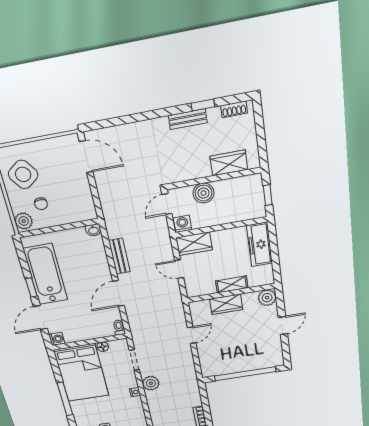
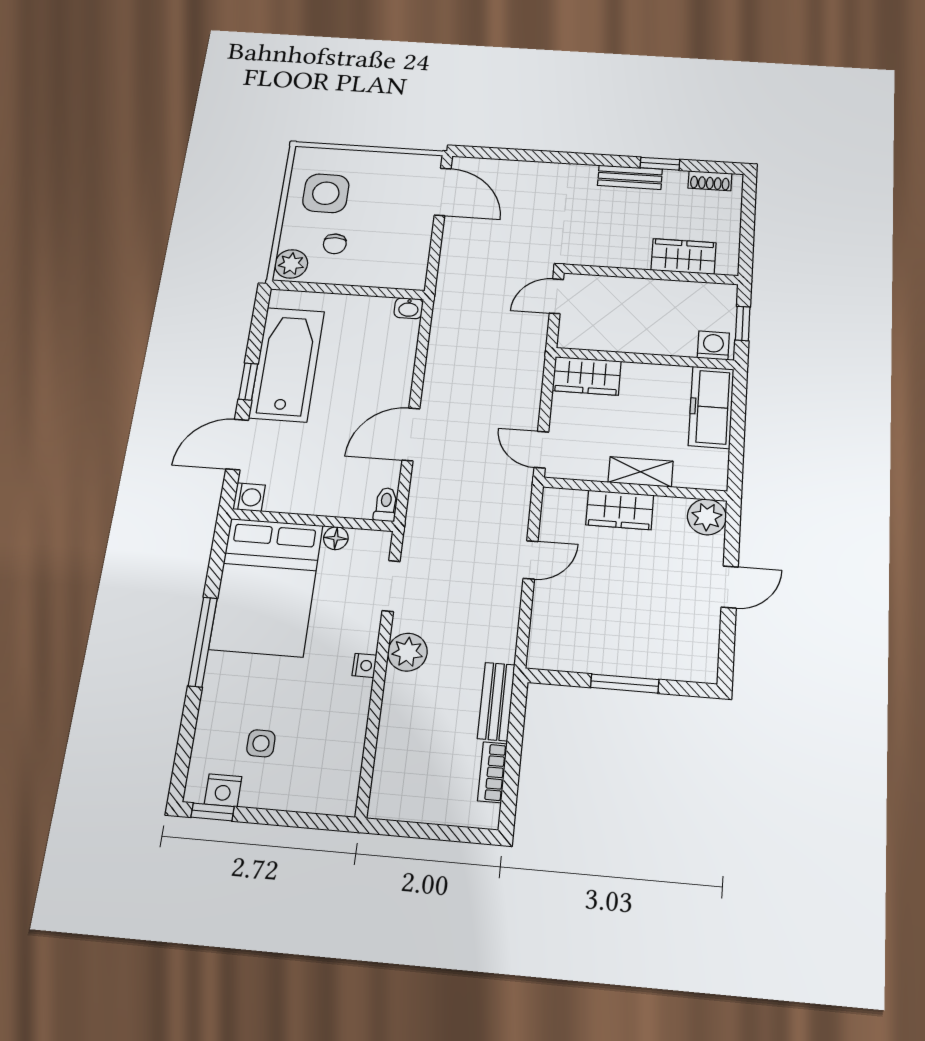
side table: (23, 174) -> (326, 193), turned 36
boiler: (204, 193) -> (627, 293), removed
washing machine: (182, 224) -> (713, 345), moved
bench: (119, 256) -> (496, 701), moved
door: (179, 269) -> (541, 450), moved
window: (245, 374) -> (625, 684), width x0.47

